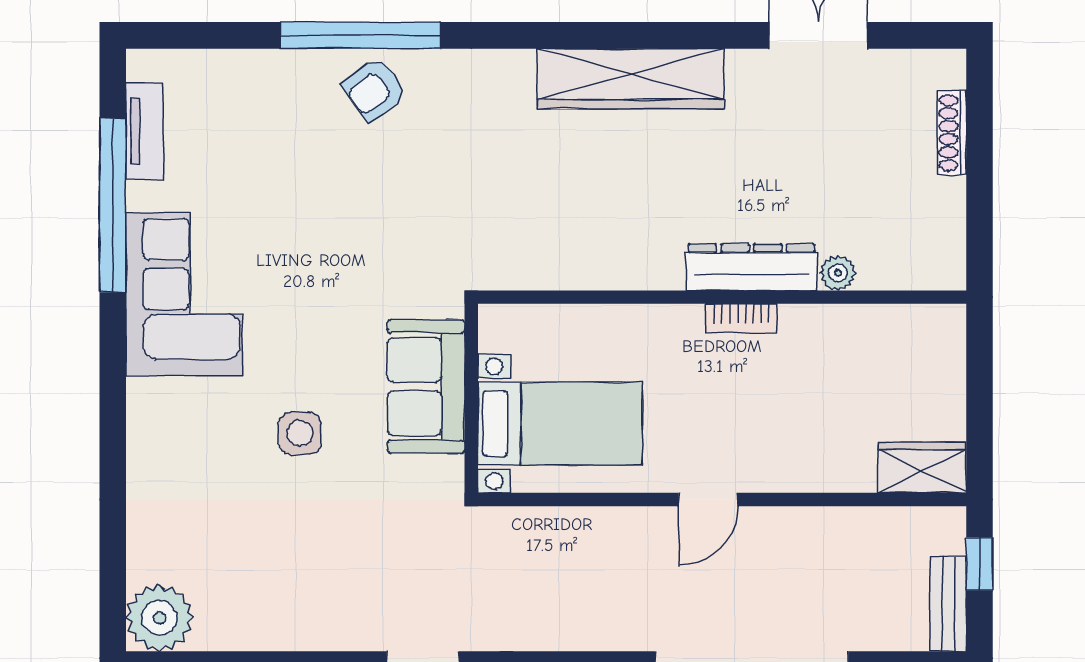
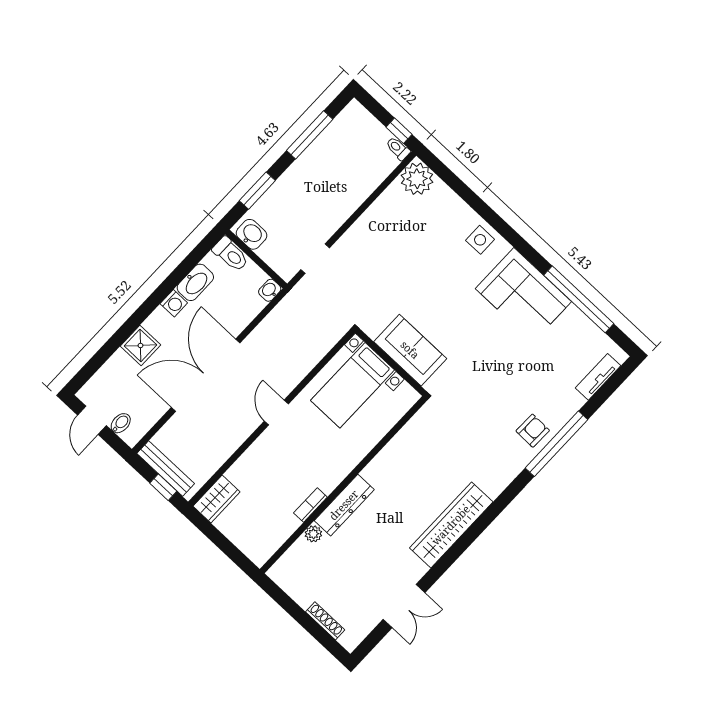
armchair: (374, 89) -> (533, 431), turned 38
tv unit: (145, 131) -> (598, 377), moved, turned 90
bookcase: (741, 318) -> (310, 505), moved
side table: (300, 433) -> (480, 240), moved
bench: (948, 604) -> (166, 469), width x1.36

